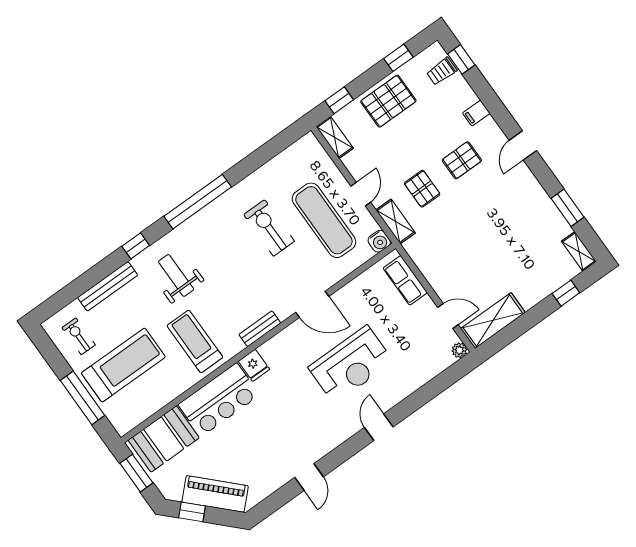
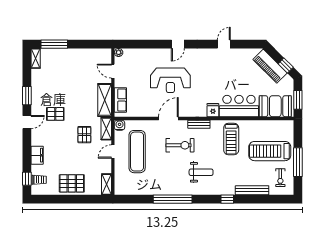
window: (398, 58) -> (54, 199), removed
window: (339, 100) -> (93, 199), removed
filing cabinet: (476, 113) -> (37, 155), width x2.00
pallet: (462, 160) -> (55, 114), moved
window: (198, 202) -> (173, 199), moved
window: (567, 208) -> (27, 96), moved
exercise bike: (269, 228) -> (180, 145), moved, turned -90
weight bench: (176, 275) -> (201, 172), moved, turned -90
window: (566, 293) -> (54, 44), width x2.17
door: (312, 304) -> (168, 119), hinge flipped
shelving: (493, 320) -> (105, 100), moved, turned 90
reception desk: (351, 364) -> (170, 80), turned 180
window: (83, 398) -> (298, 162), moved

